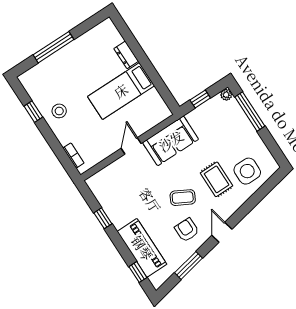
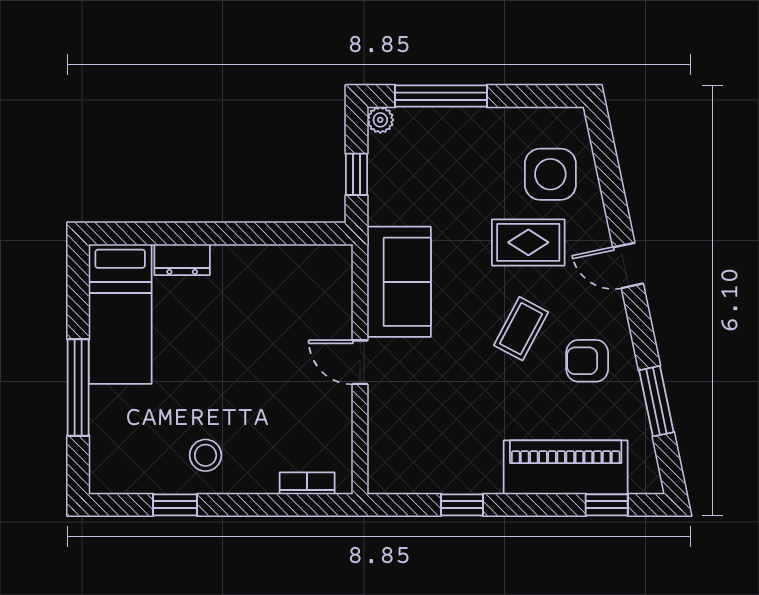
bed: (121, 91) -> (120, 314), moved
door: (222, 232) -> (628, 265), moved

